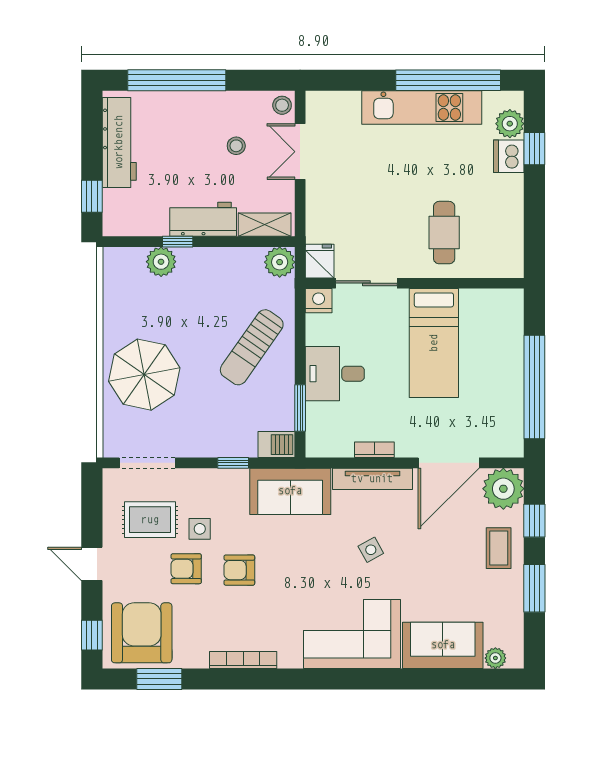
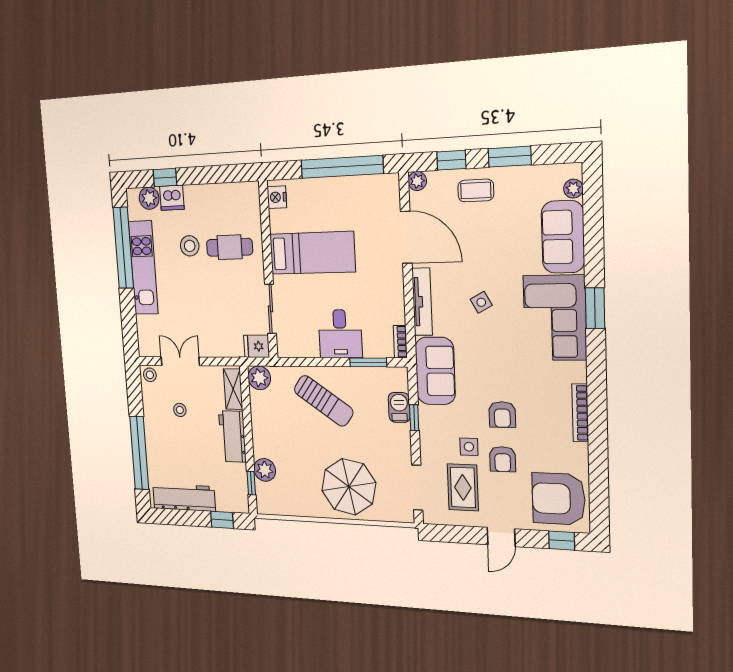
double door: (300, 152) -> (180, 361), swing flipped
stool: (448, 177) -> (190, 246), added
window: (178, 242) -> (251, 483), moved
nightstand: (319, 301) -> (277, 197), moved
barbecue: (276, 445) -> (399, 407), moved
bookcase: (374, 450) -> (400, 342), moved
plant: (503, 489) -> (417, 181), width x0.53, depth x0.53
window: (159, 679) -> (595, 308), moved

